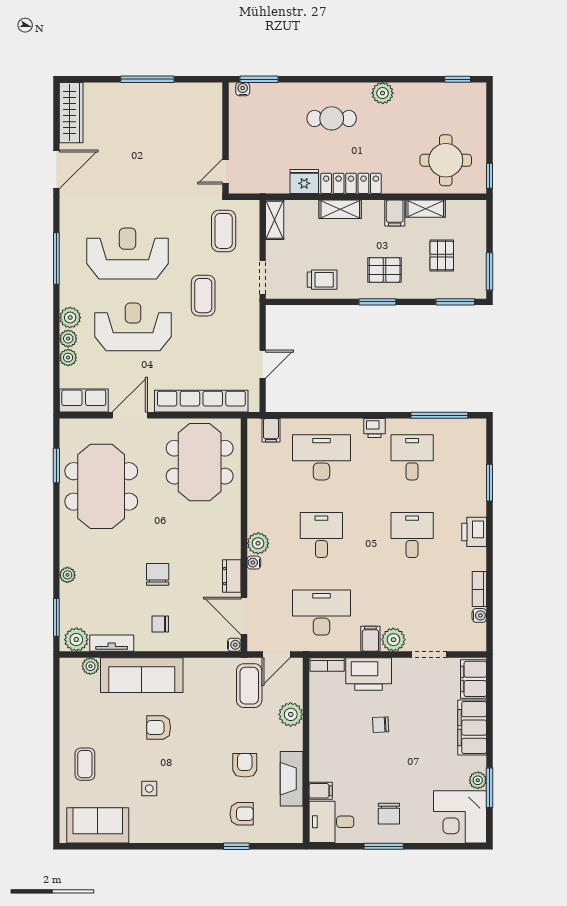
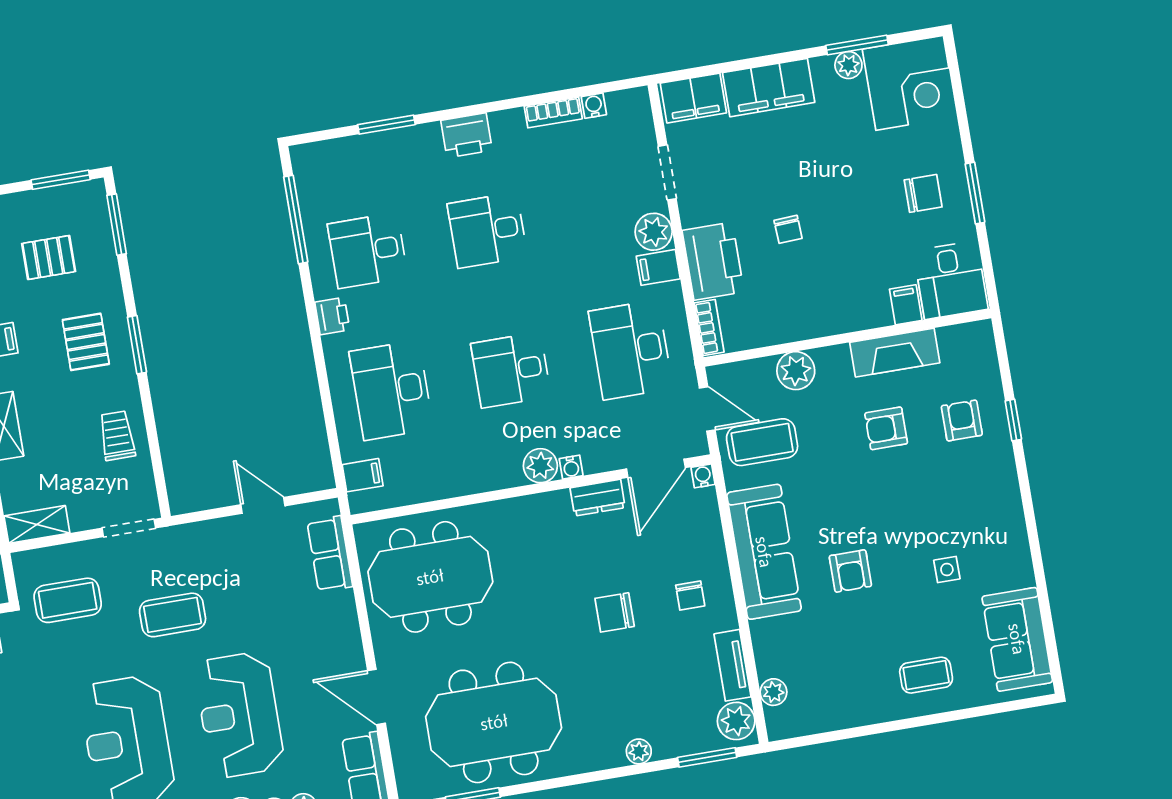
row of seats: (201, 401) -> (330, 554), width x0.50
sofa: (142, 675) -> (764, 552), moved

